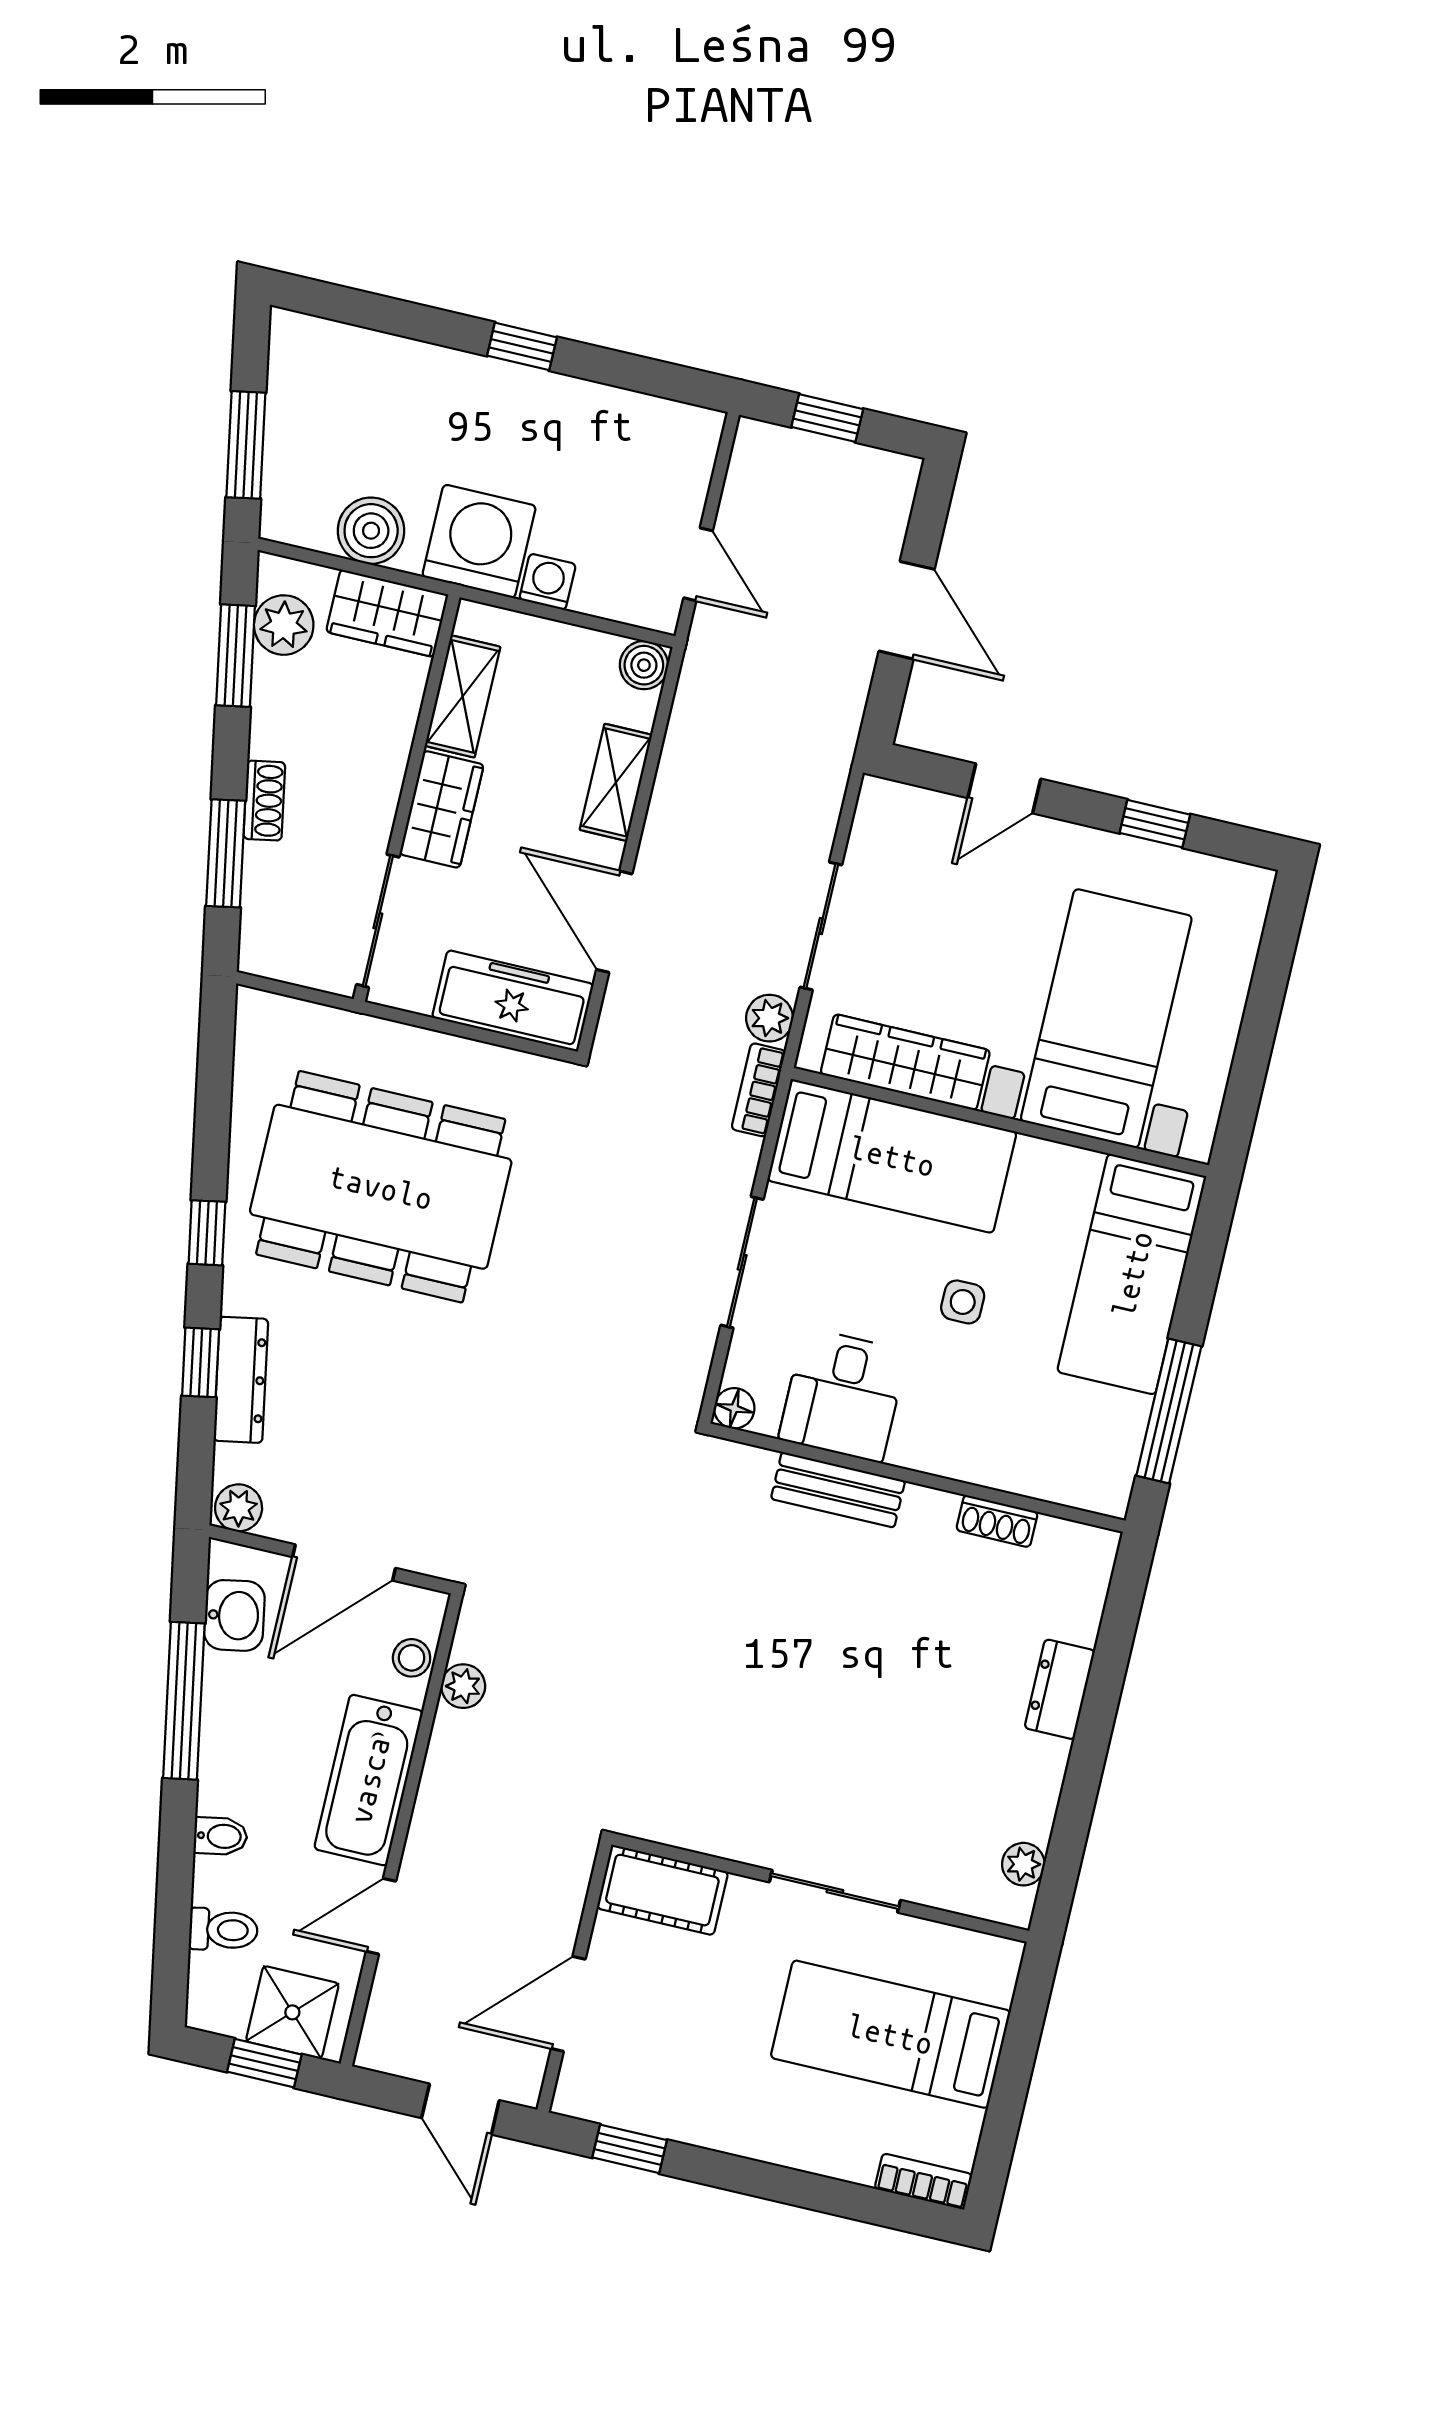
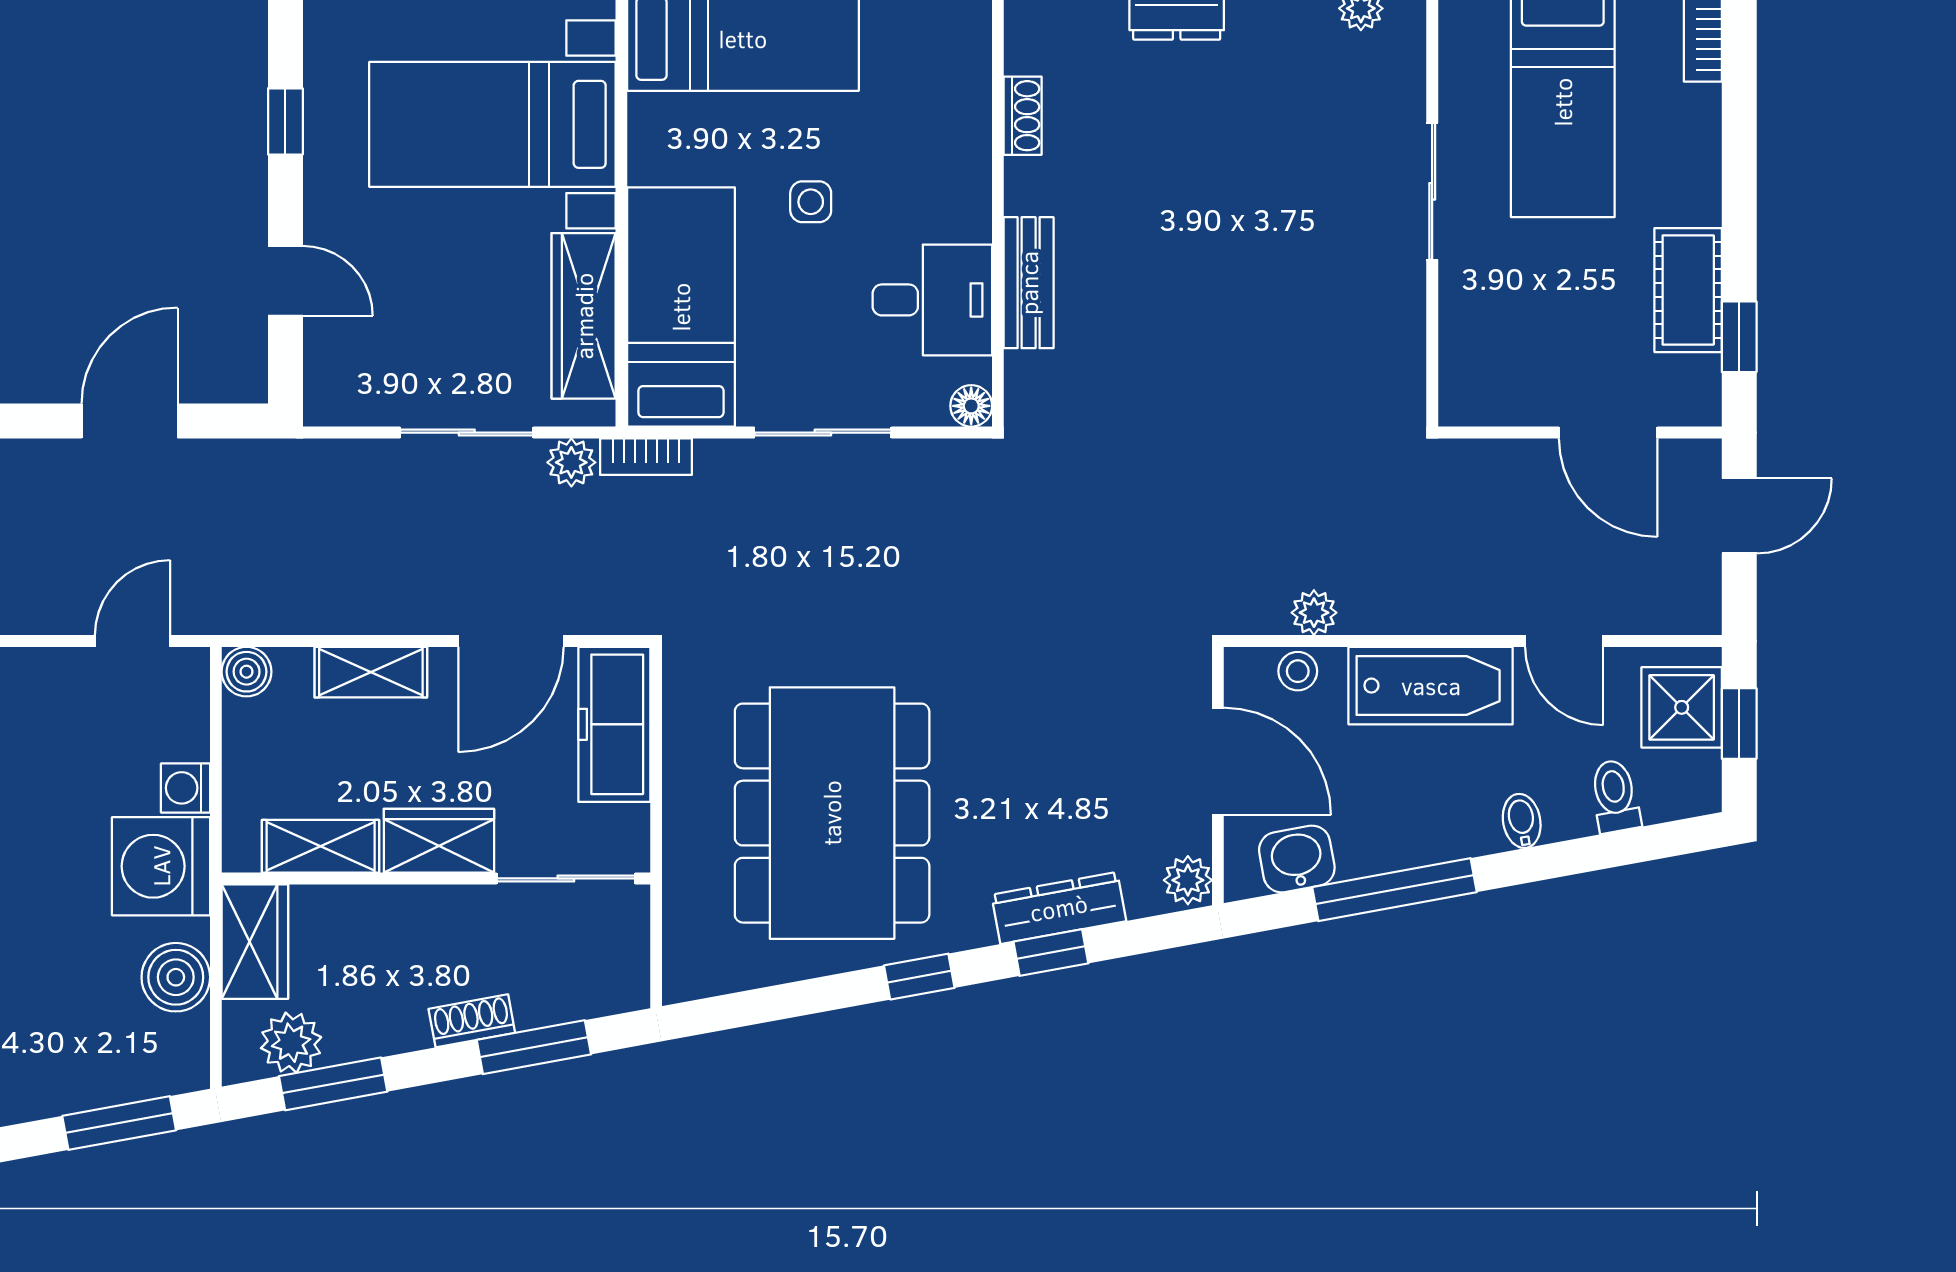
cot: (662, 1890) -> (1688, 290), moved

